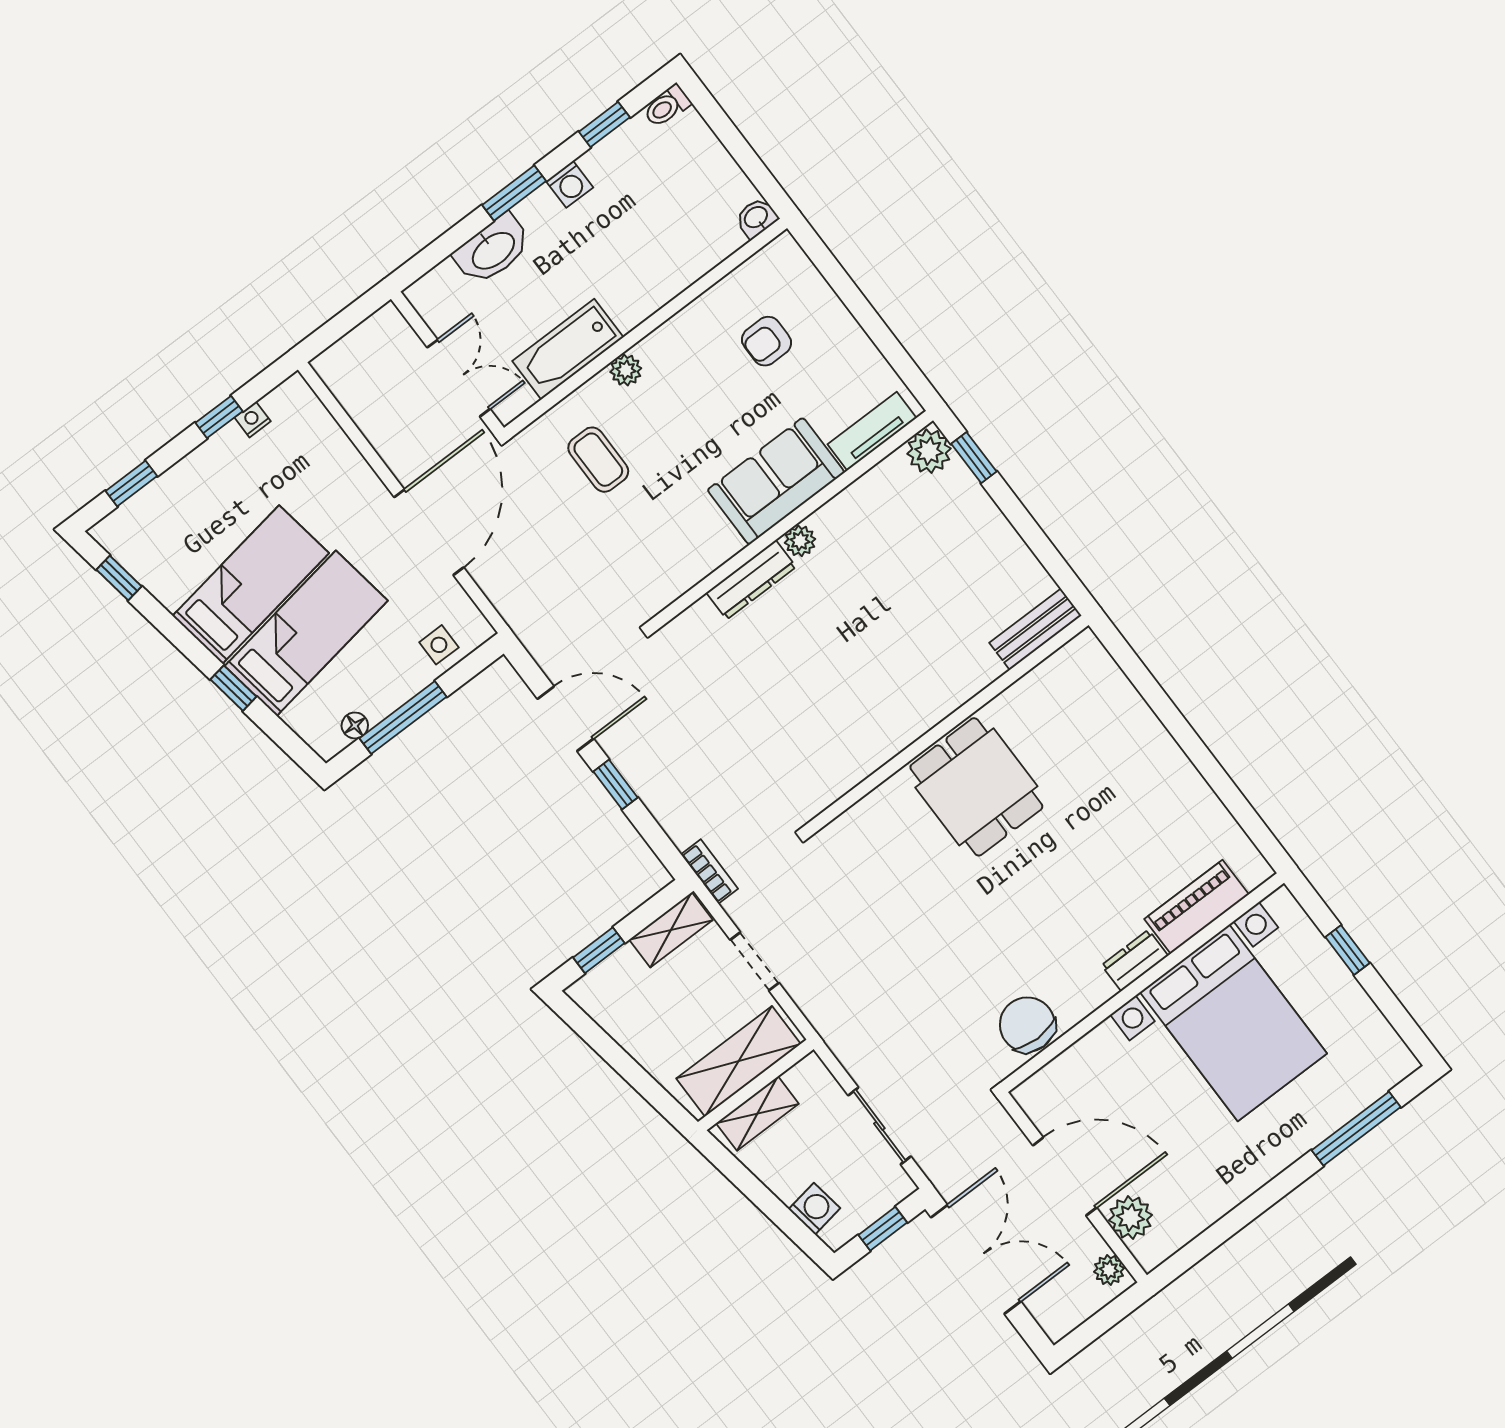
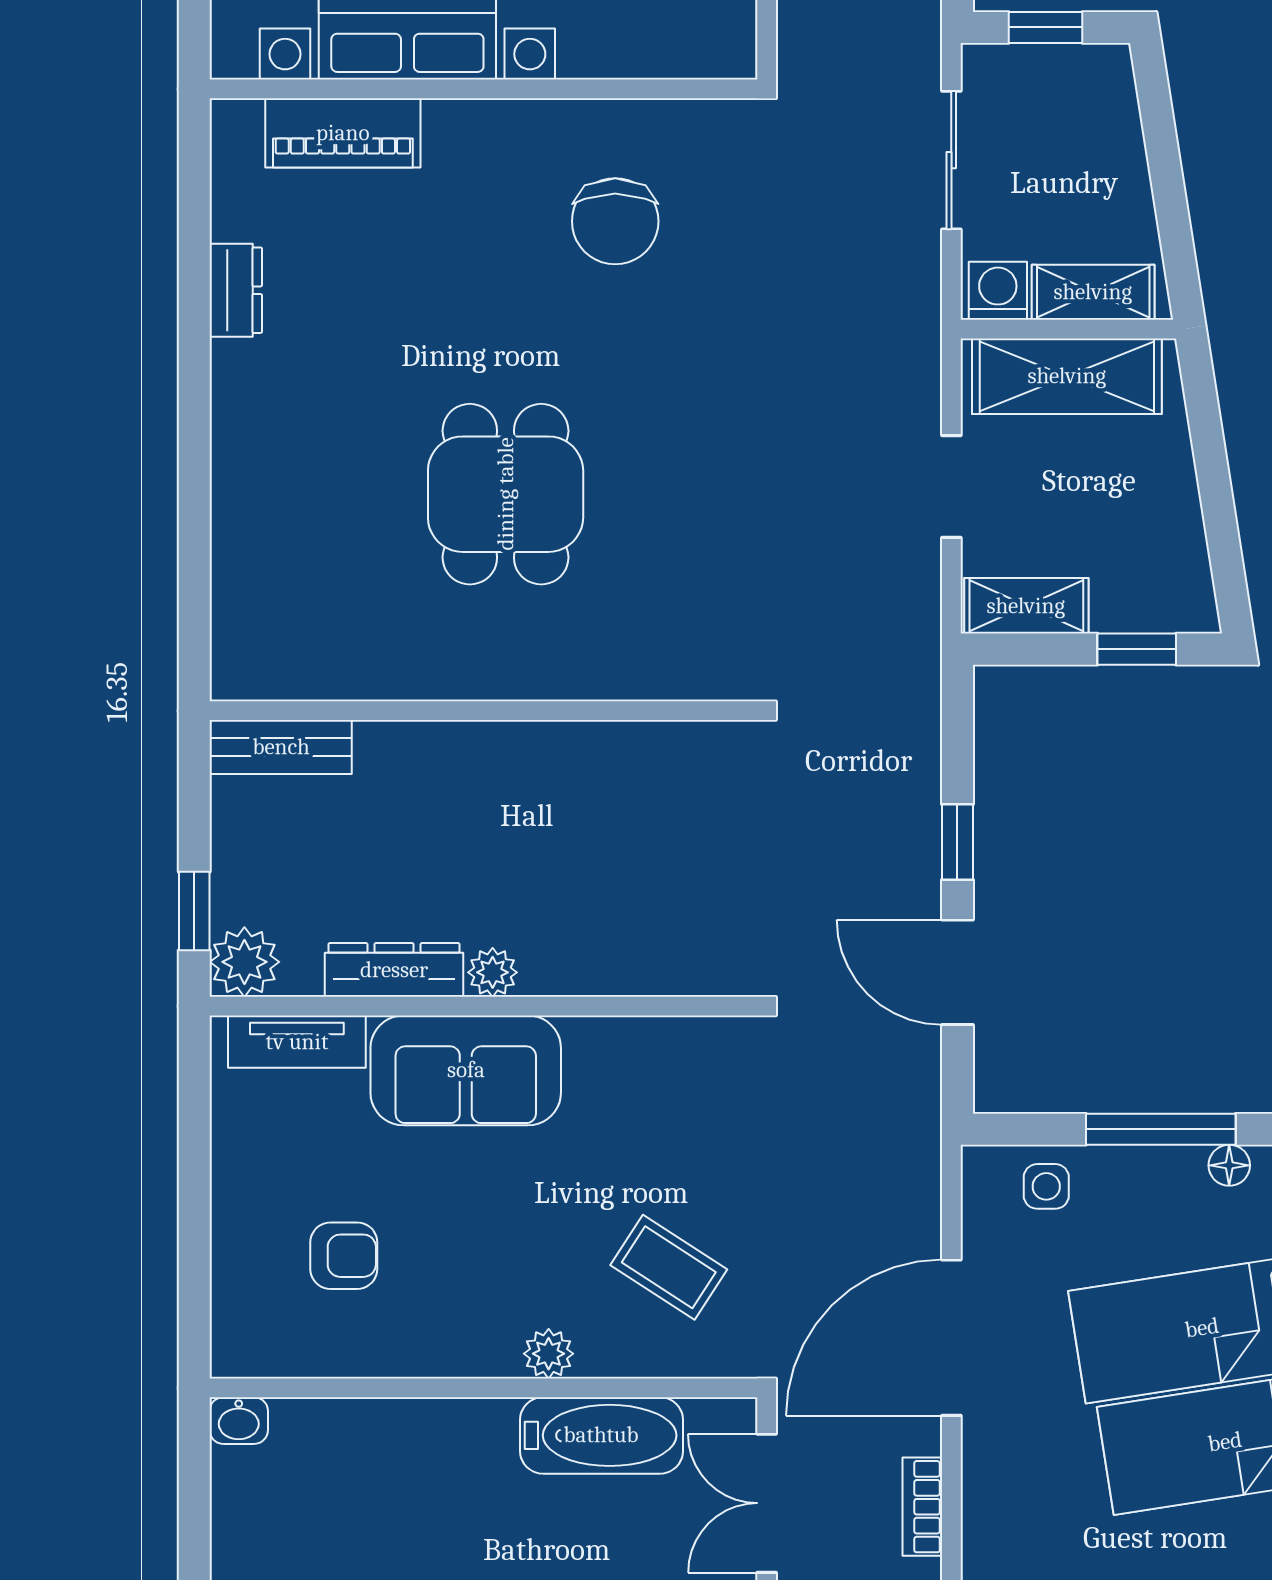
coffee table: (598, 460) -> (669, 1267), turned -57
dresser: (751, 580) -> (394, 970), moved
bench: (1035, 629) -> (281, 747), moved
wall: (947, 725) -> (483, 711), moved
bookcase: (709, 872) -> (922, 1507), moved
dresser: (1135, 960) -> (236, 290), moved, turned -90
chair: (1027, 1025) -> (615, 221), moved
washing machine: (814, 1209) -> (998, 291), moved, turned 99

